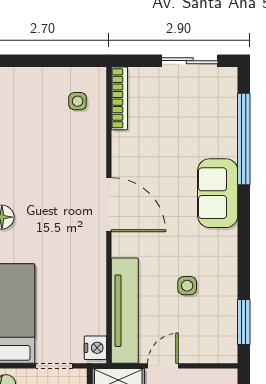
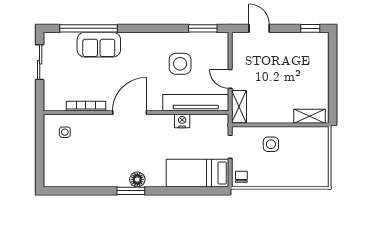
bookcase: (119, 98) -> (86, 106), moved
sofa: (218, 193) -> (99, 45), moved
side table: (187, 286) -> (180, 64), width x1.87, depth x1.87
nightstand: (95, 348) -> (182, 121), moved

